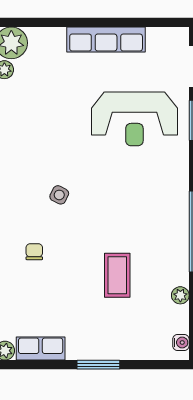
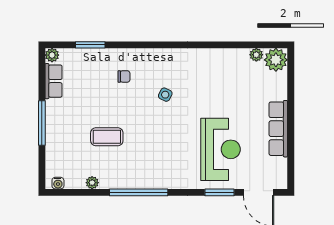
reception desk: (134, 119) -> (221, 149), turned 180
window: (98, 365) -> (42, 123), width x1.44

